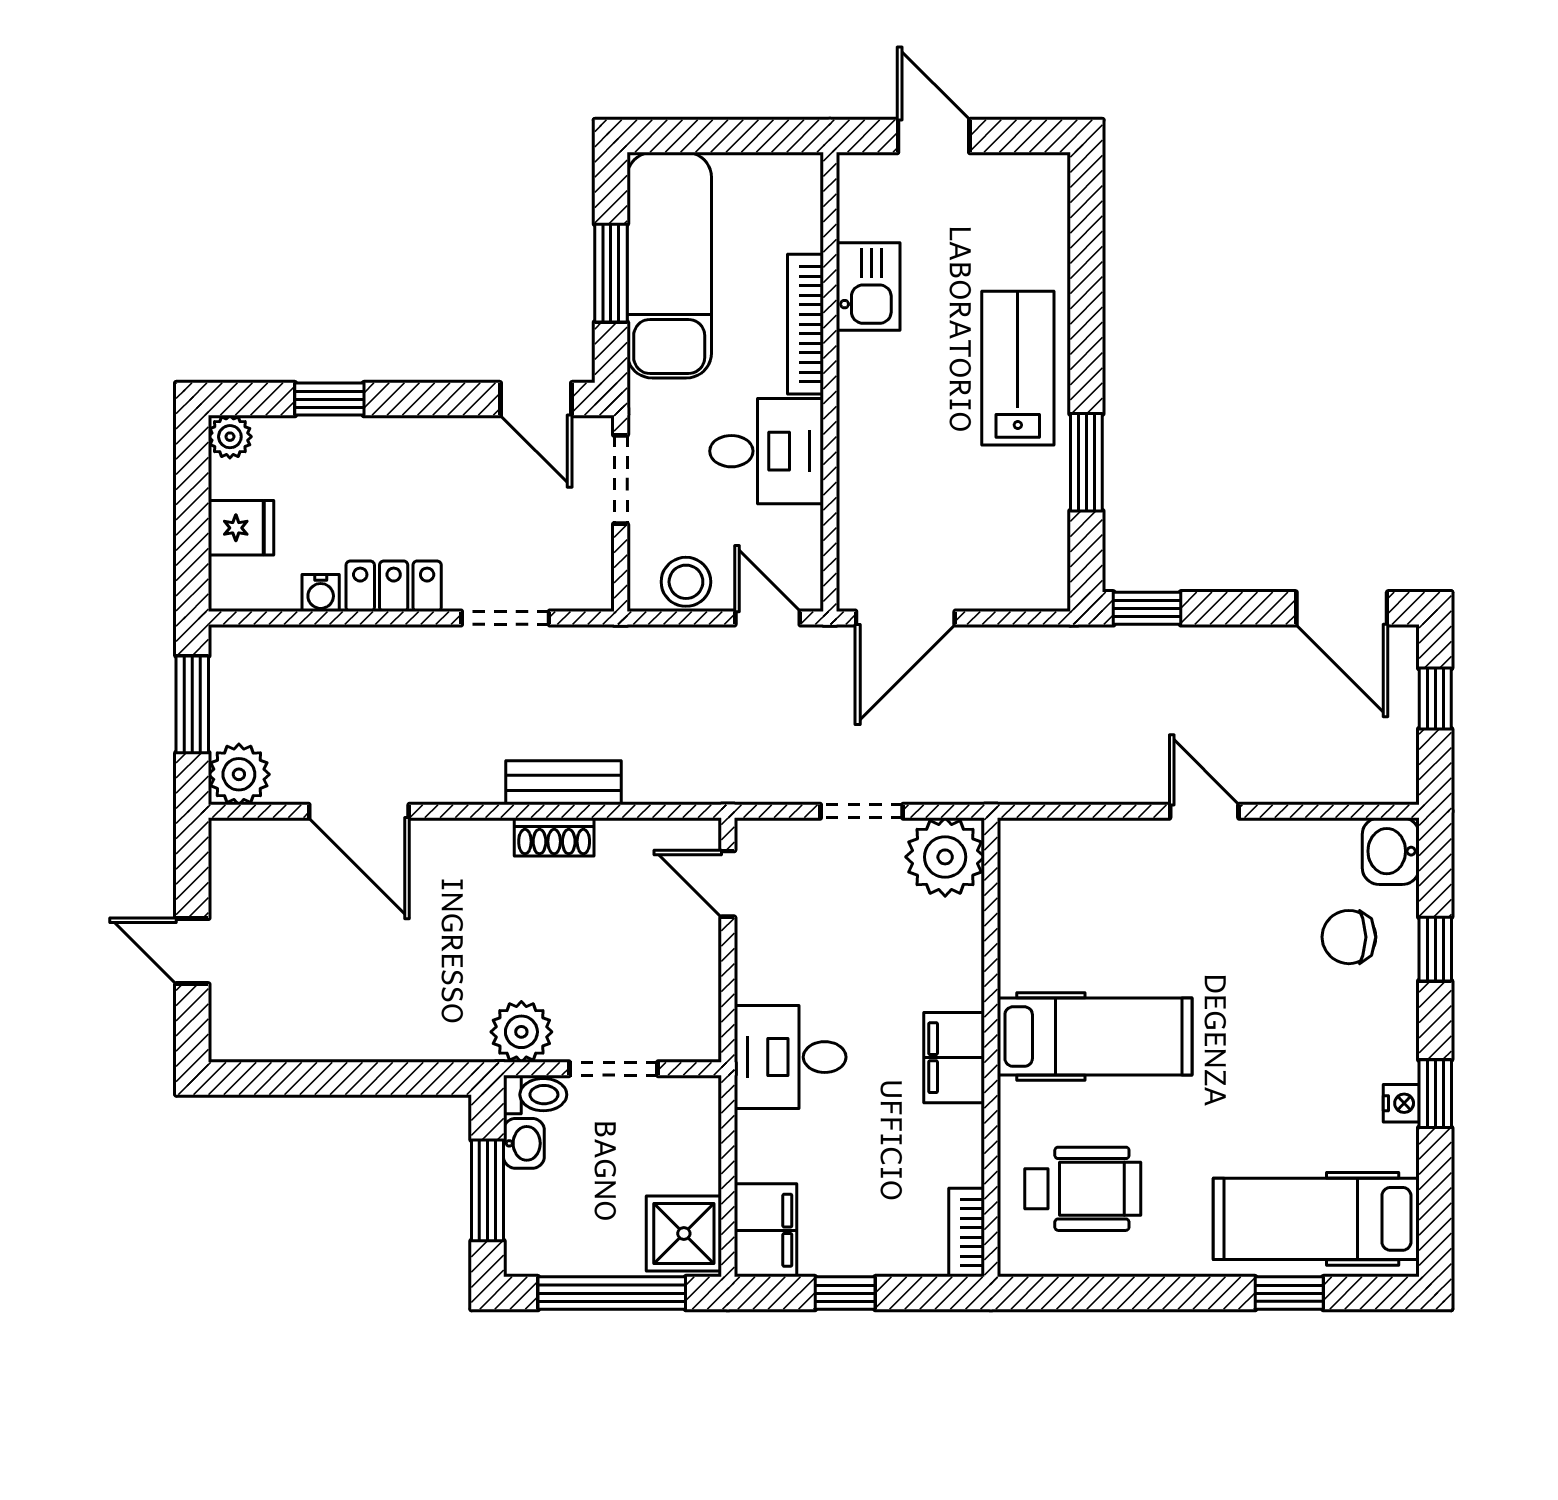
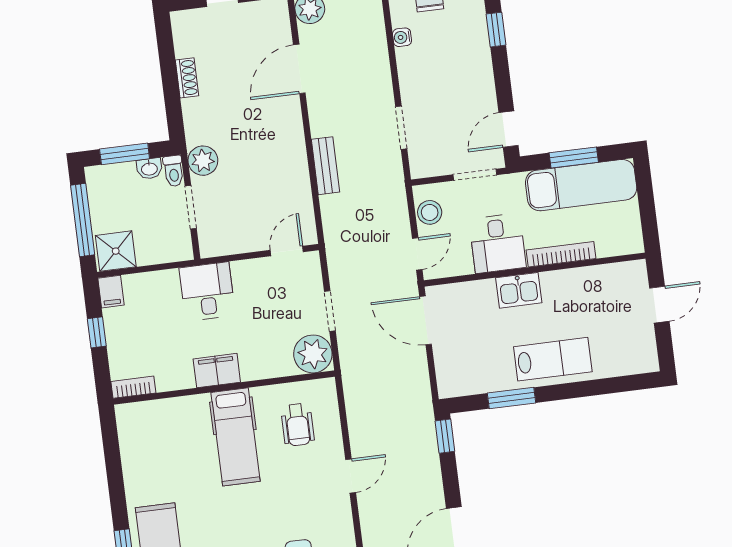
kitchen sink: (868, 287) -> (519, 290), moved
locker: (394, 586) -> (410, 72), removed
shoe rack: (554, 837) -> (187, 78), moved, turned 180
wheelchair: (1083, 1189) -> (298, 425), moved, width x0.73, depth x0.73
filing cabinet: (765, 1230) -> (111, 292), width x0.50

